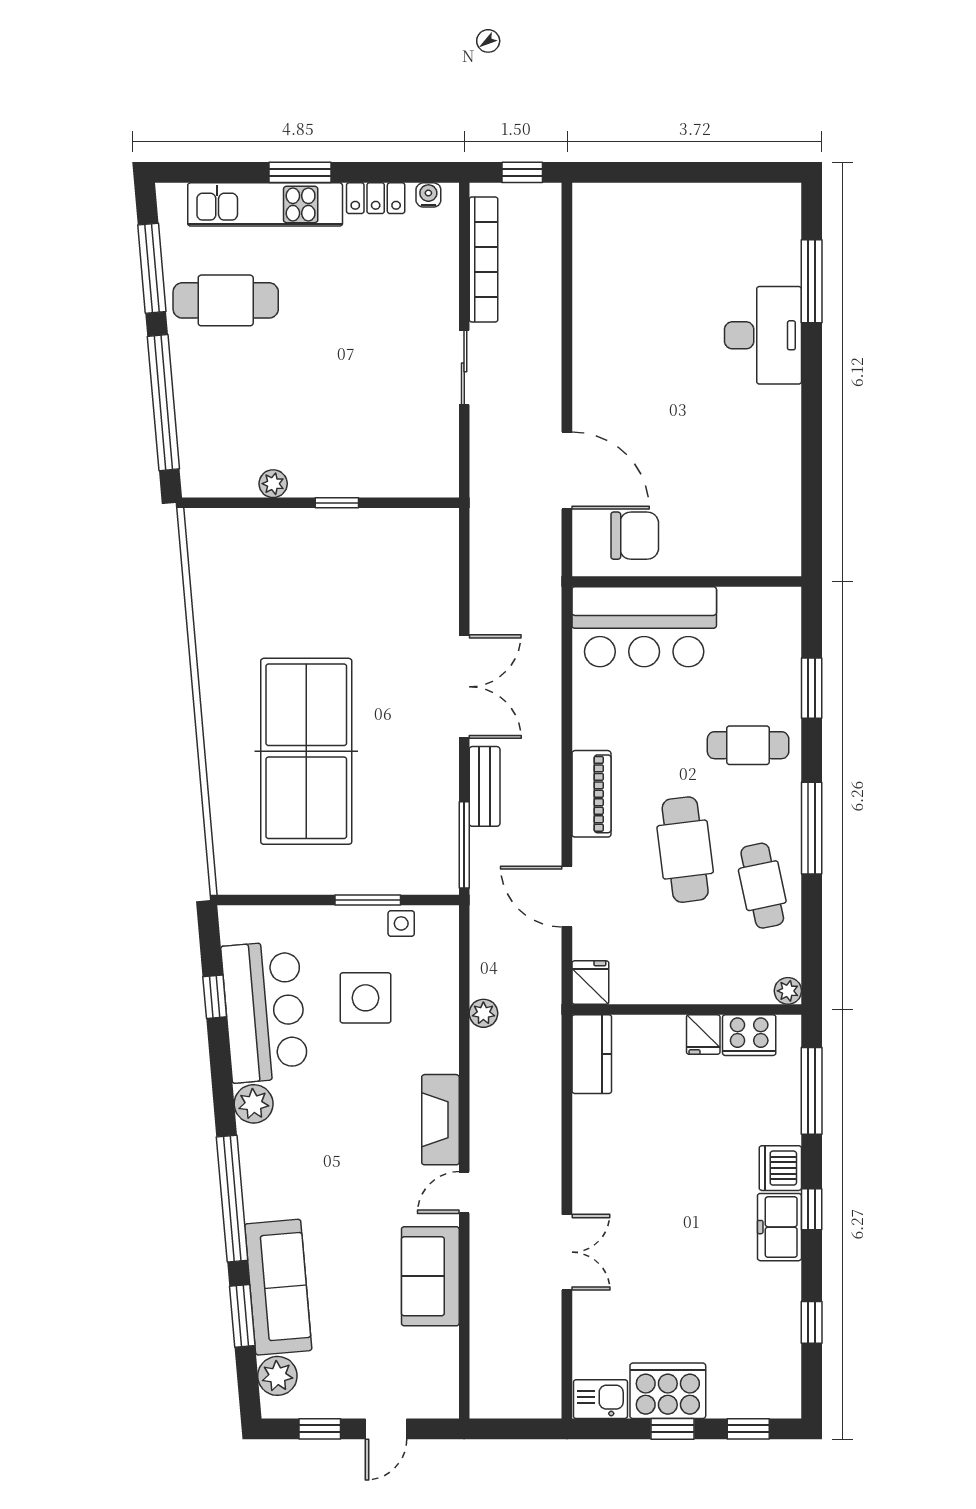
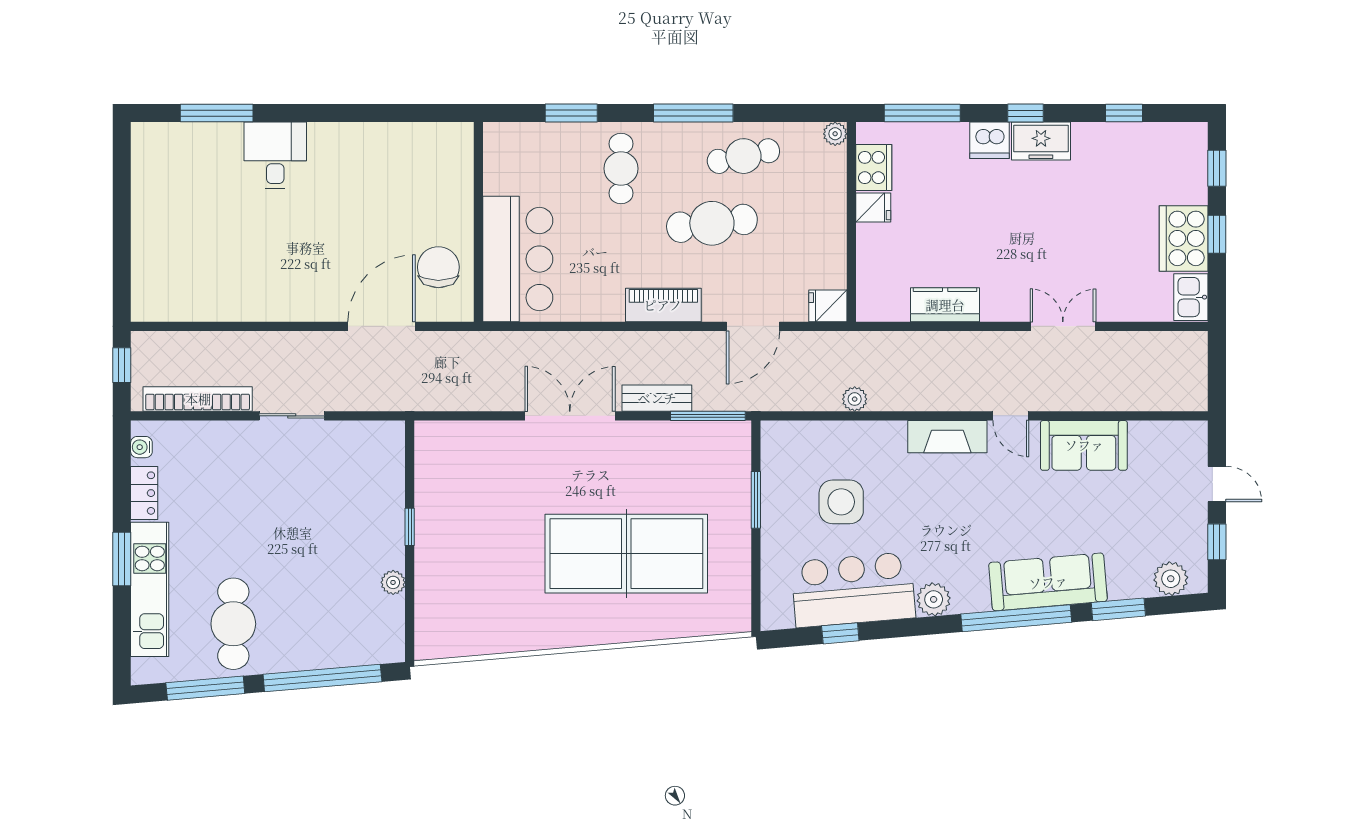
desk: (763, 335) -> (275, 155), width x0.73
side table: (401, 923) -> (776, 471), removed
kitchen counter: (592, 1054) -> (945, 305), moved
sofa: (278, 1287) -> (1048, 582), moved

